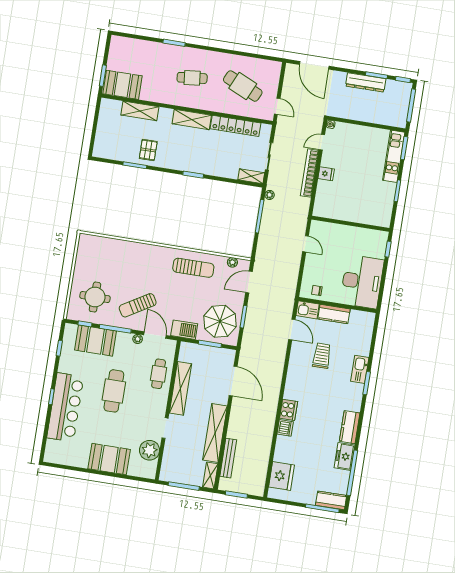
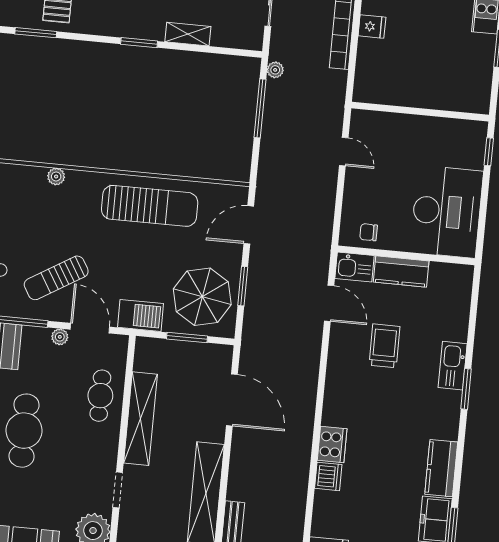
shelving: (251, 176) -> (188, 34), moved
plant: (232, 262) -> (56, 176), moved
sun lounger: (193, 268) -> (150, 206), width x1.36, depth x1.34

